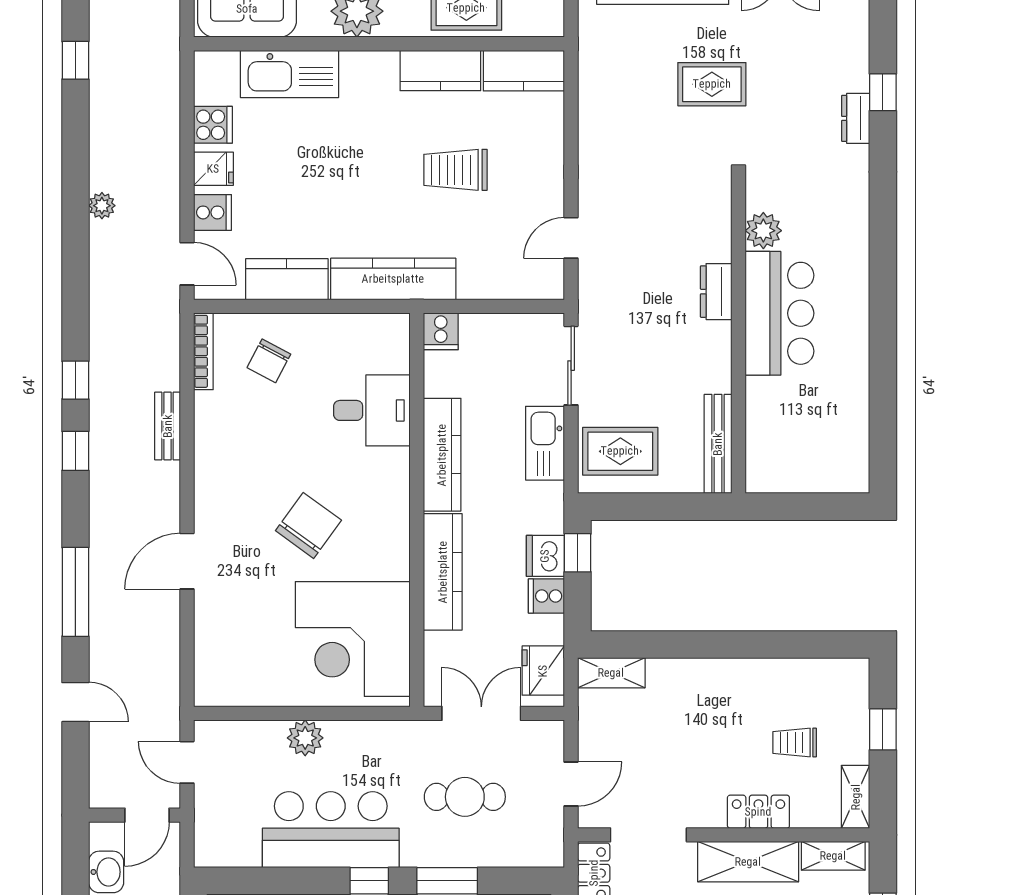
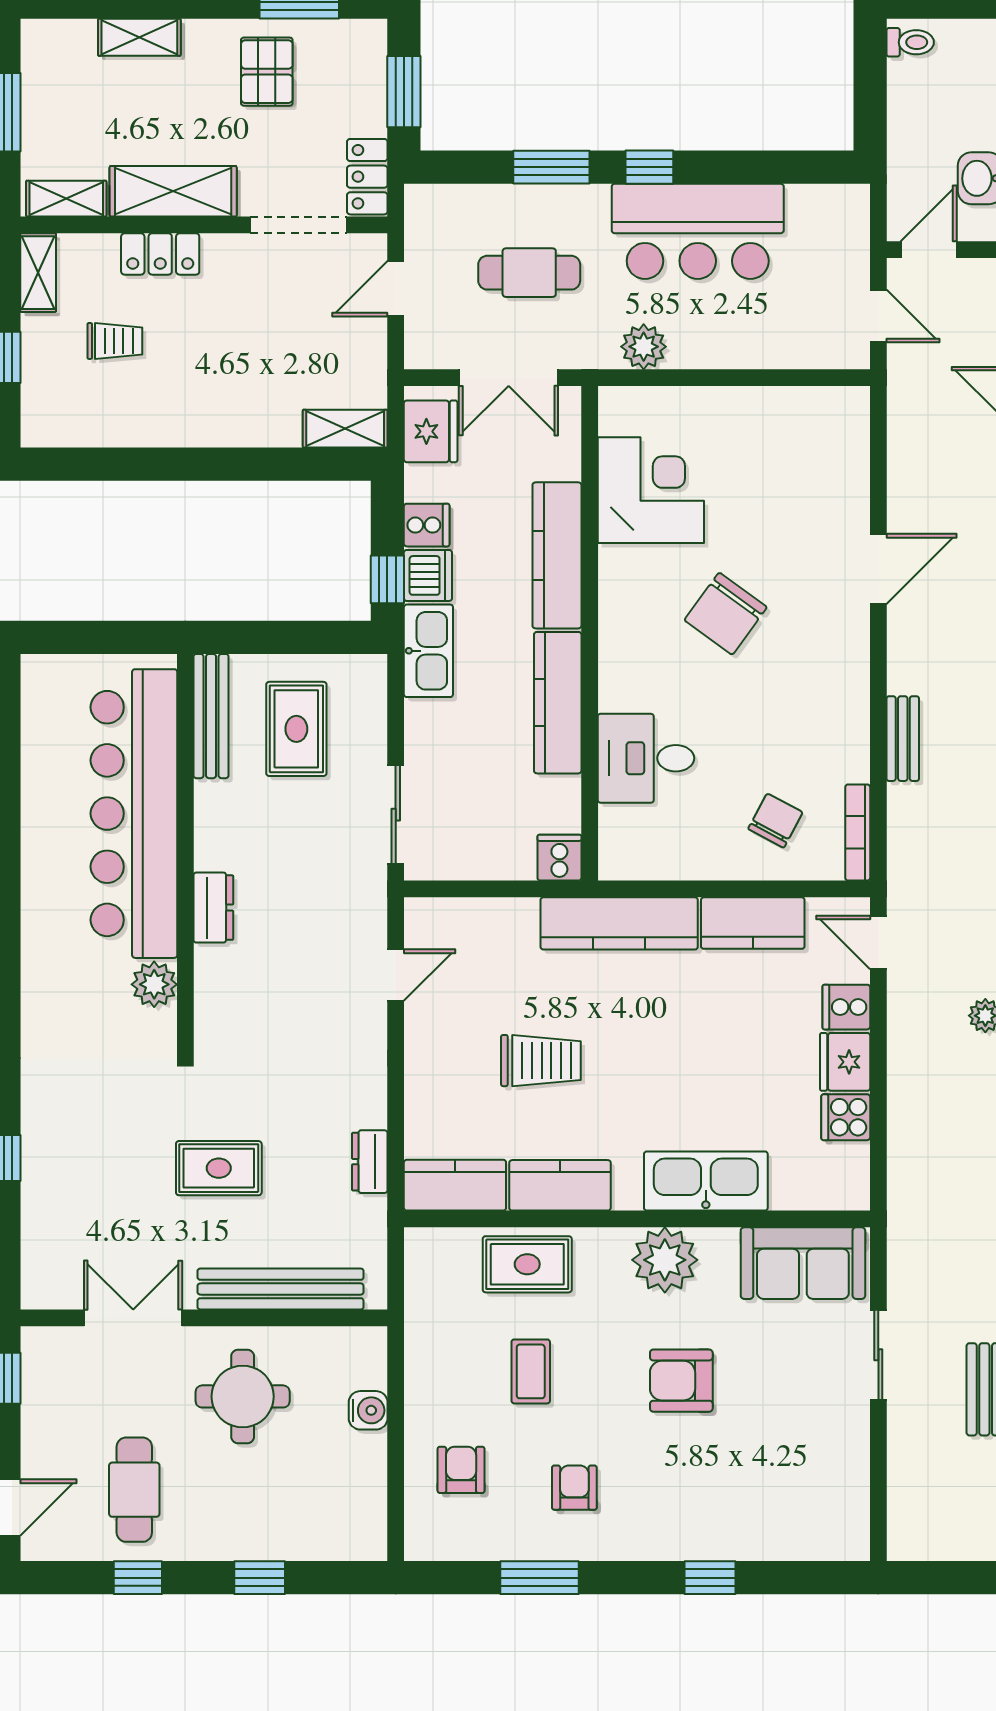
kitchen sink: (290, 74) -> (706, 1181), moved
dresser: (856, 118) -> (370, 1162), moved, turned 180
fridge: (213, 169) -> (845, 1062), width x1.38
bar counter: (779, 313) -> (134, 814), width x1.86
kitchen sink: (545, 443) -> (428, 651), moved
rug: (620, 451) -> (296, 729), moved, turned 90
corner desk: (353, 639) -> (651, 490), width x0.74, depth x0.74
plant: (305, 738) -> (644, 347), moved

